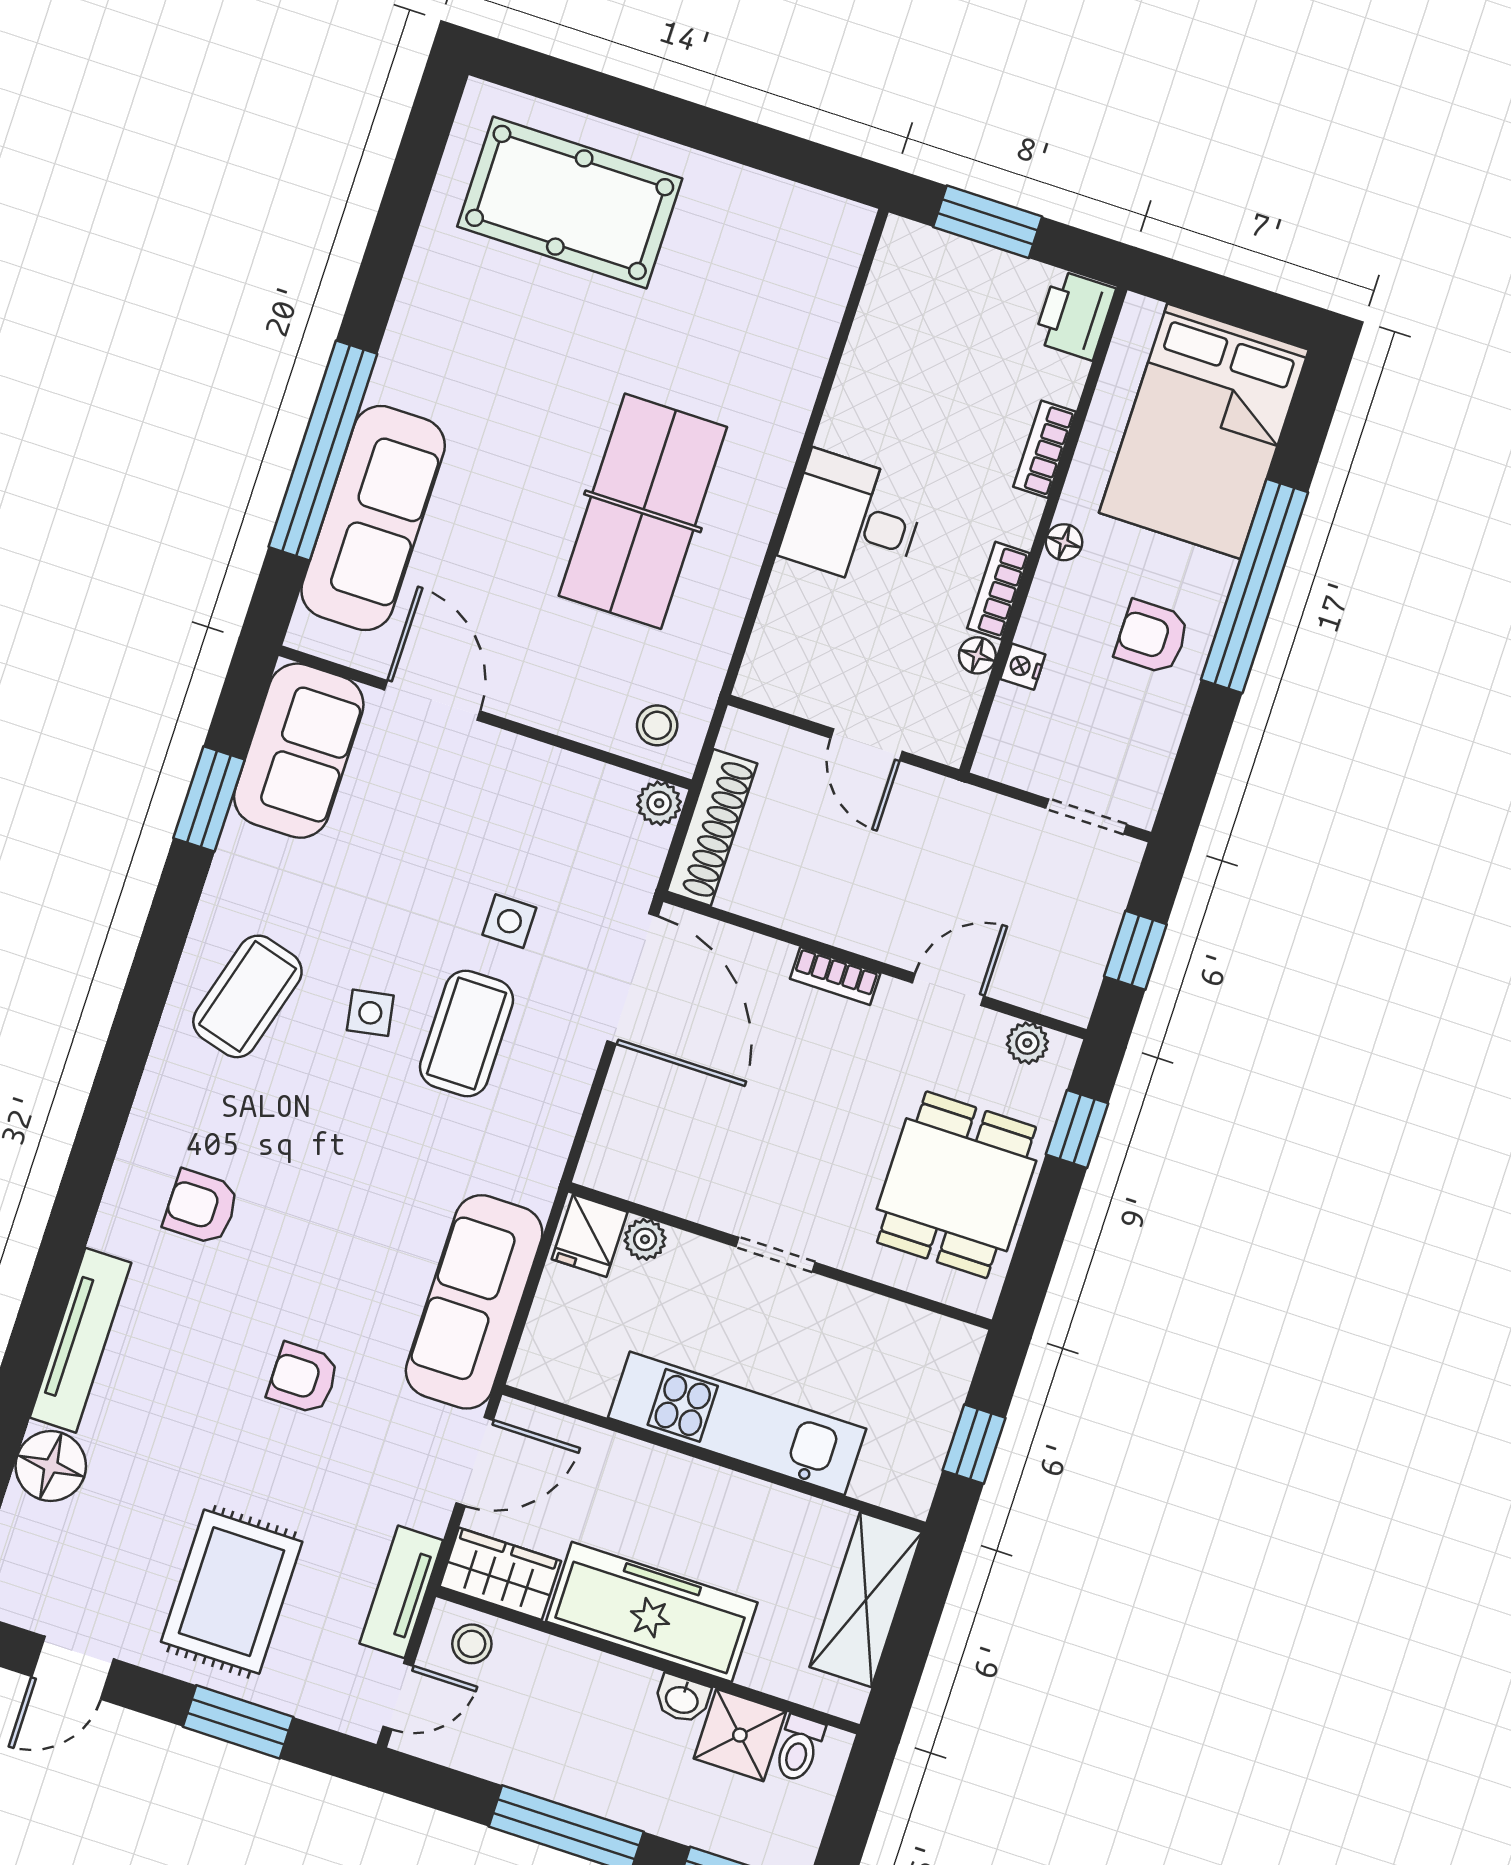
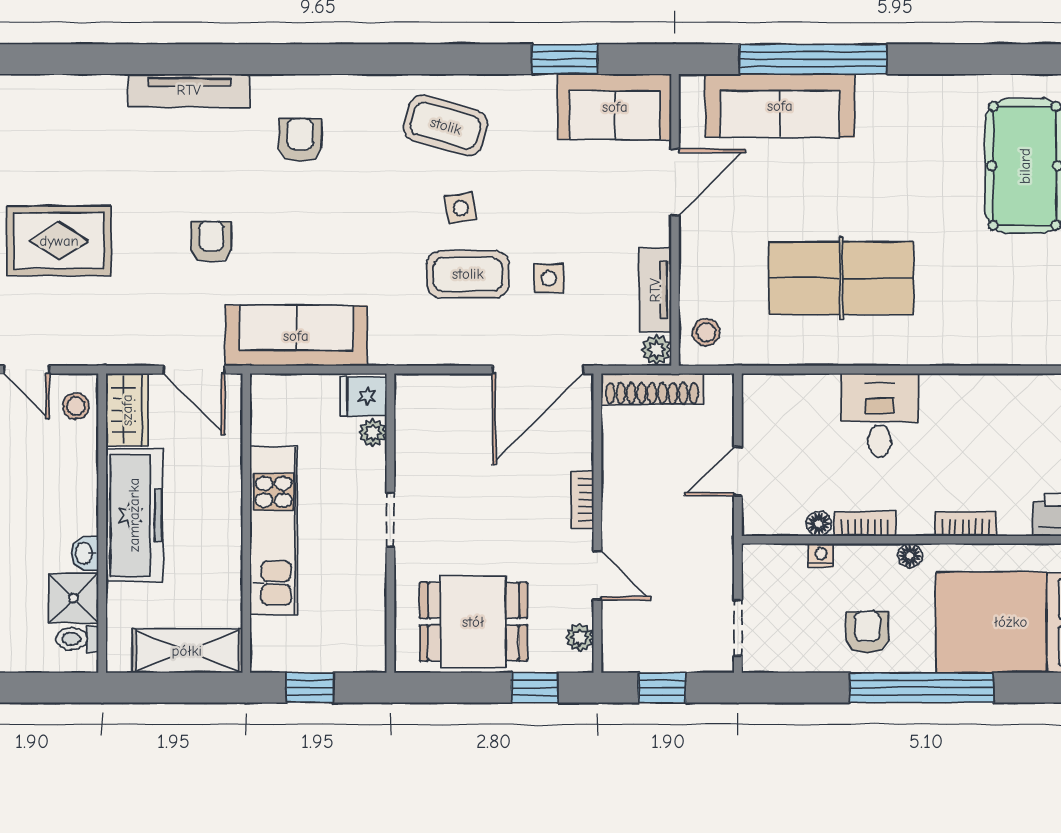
floor lamp: (51, 1466) -> (102, 98), removed
tv unit: (401, 1592) -> (655, 290), moved, turned -90

